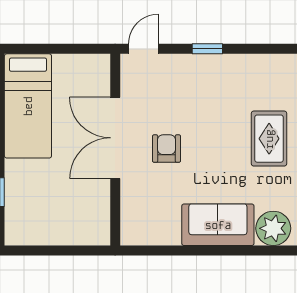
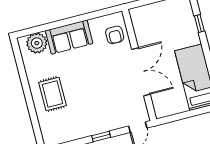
armchair: (166, 149) -> (115, 35), moved

